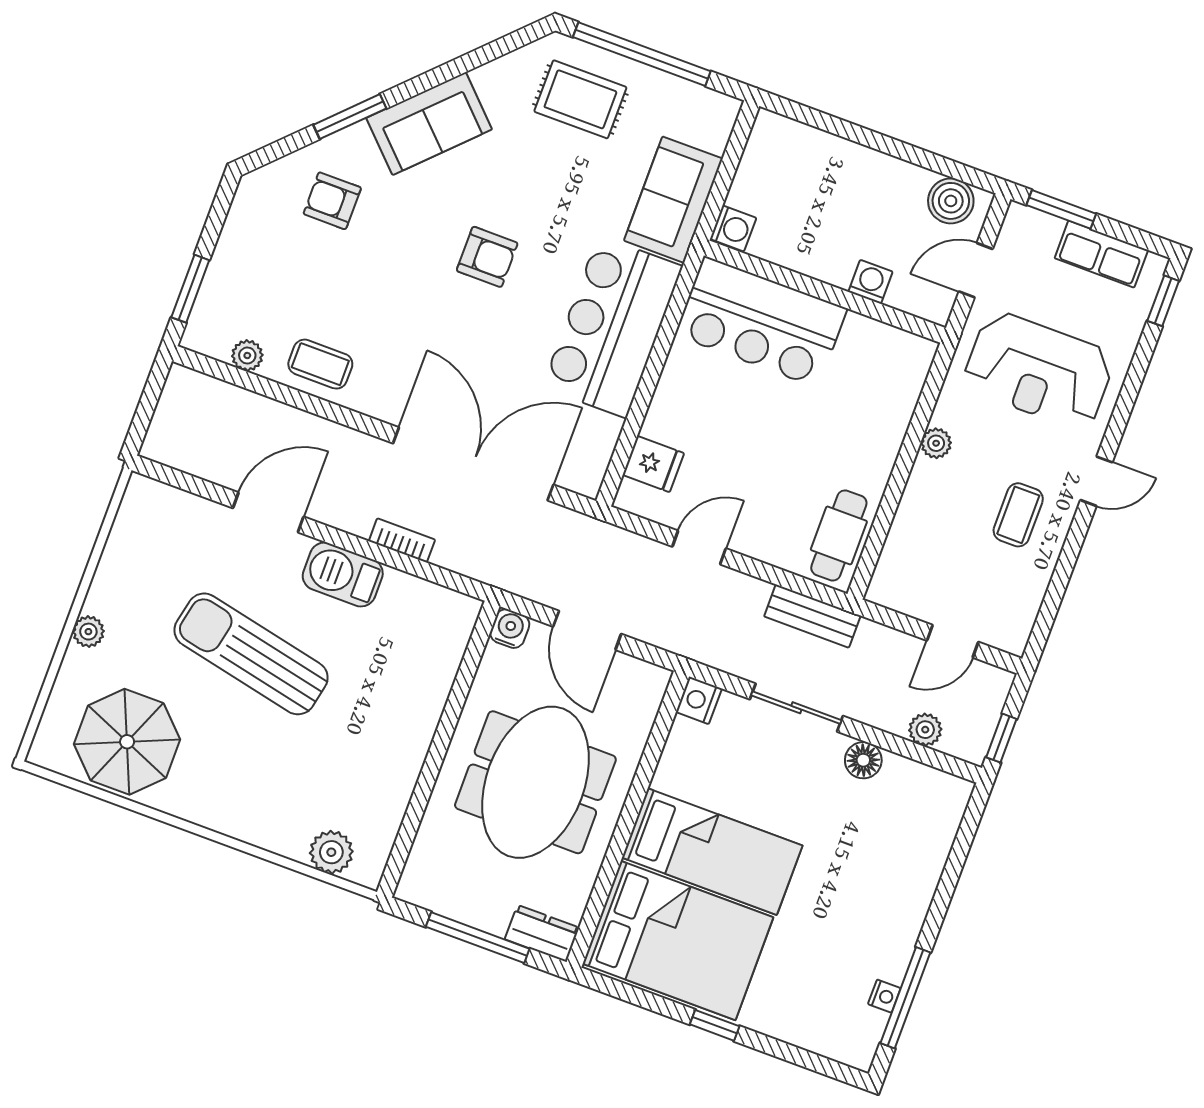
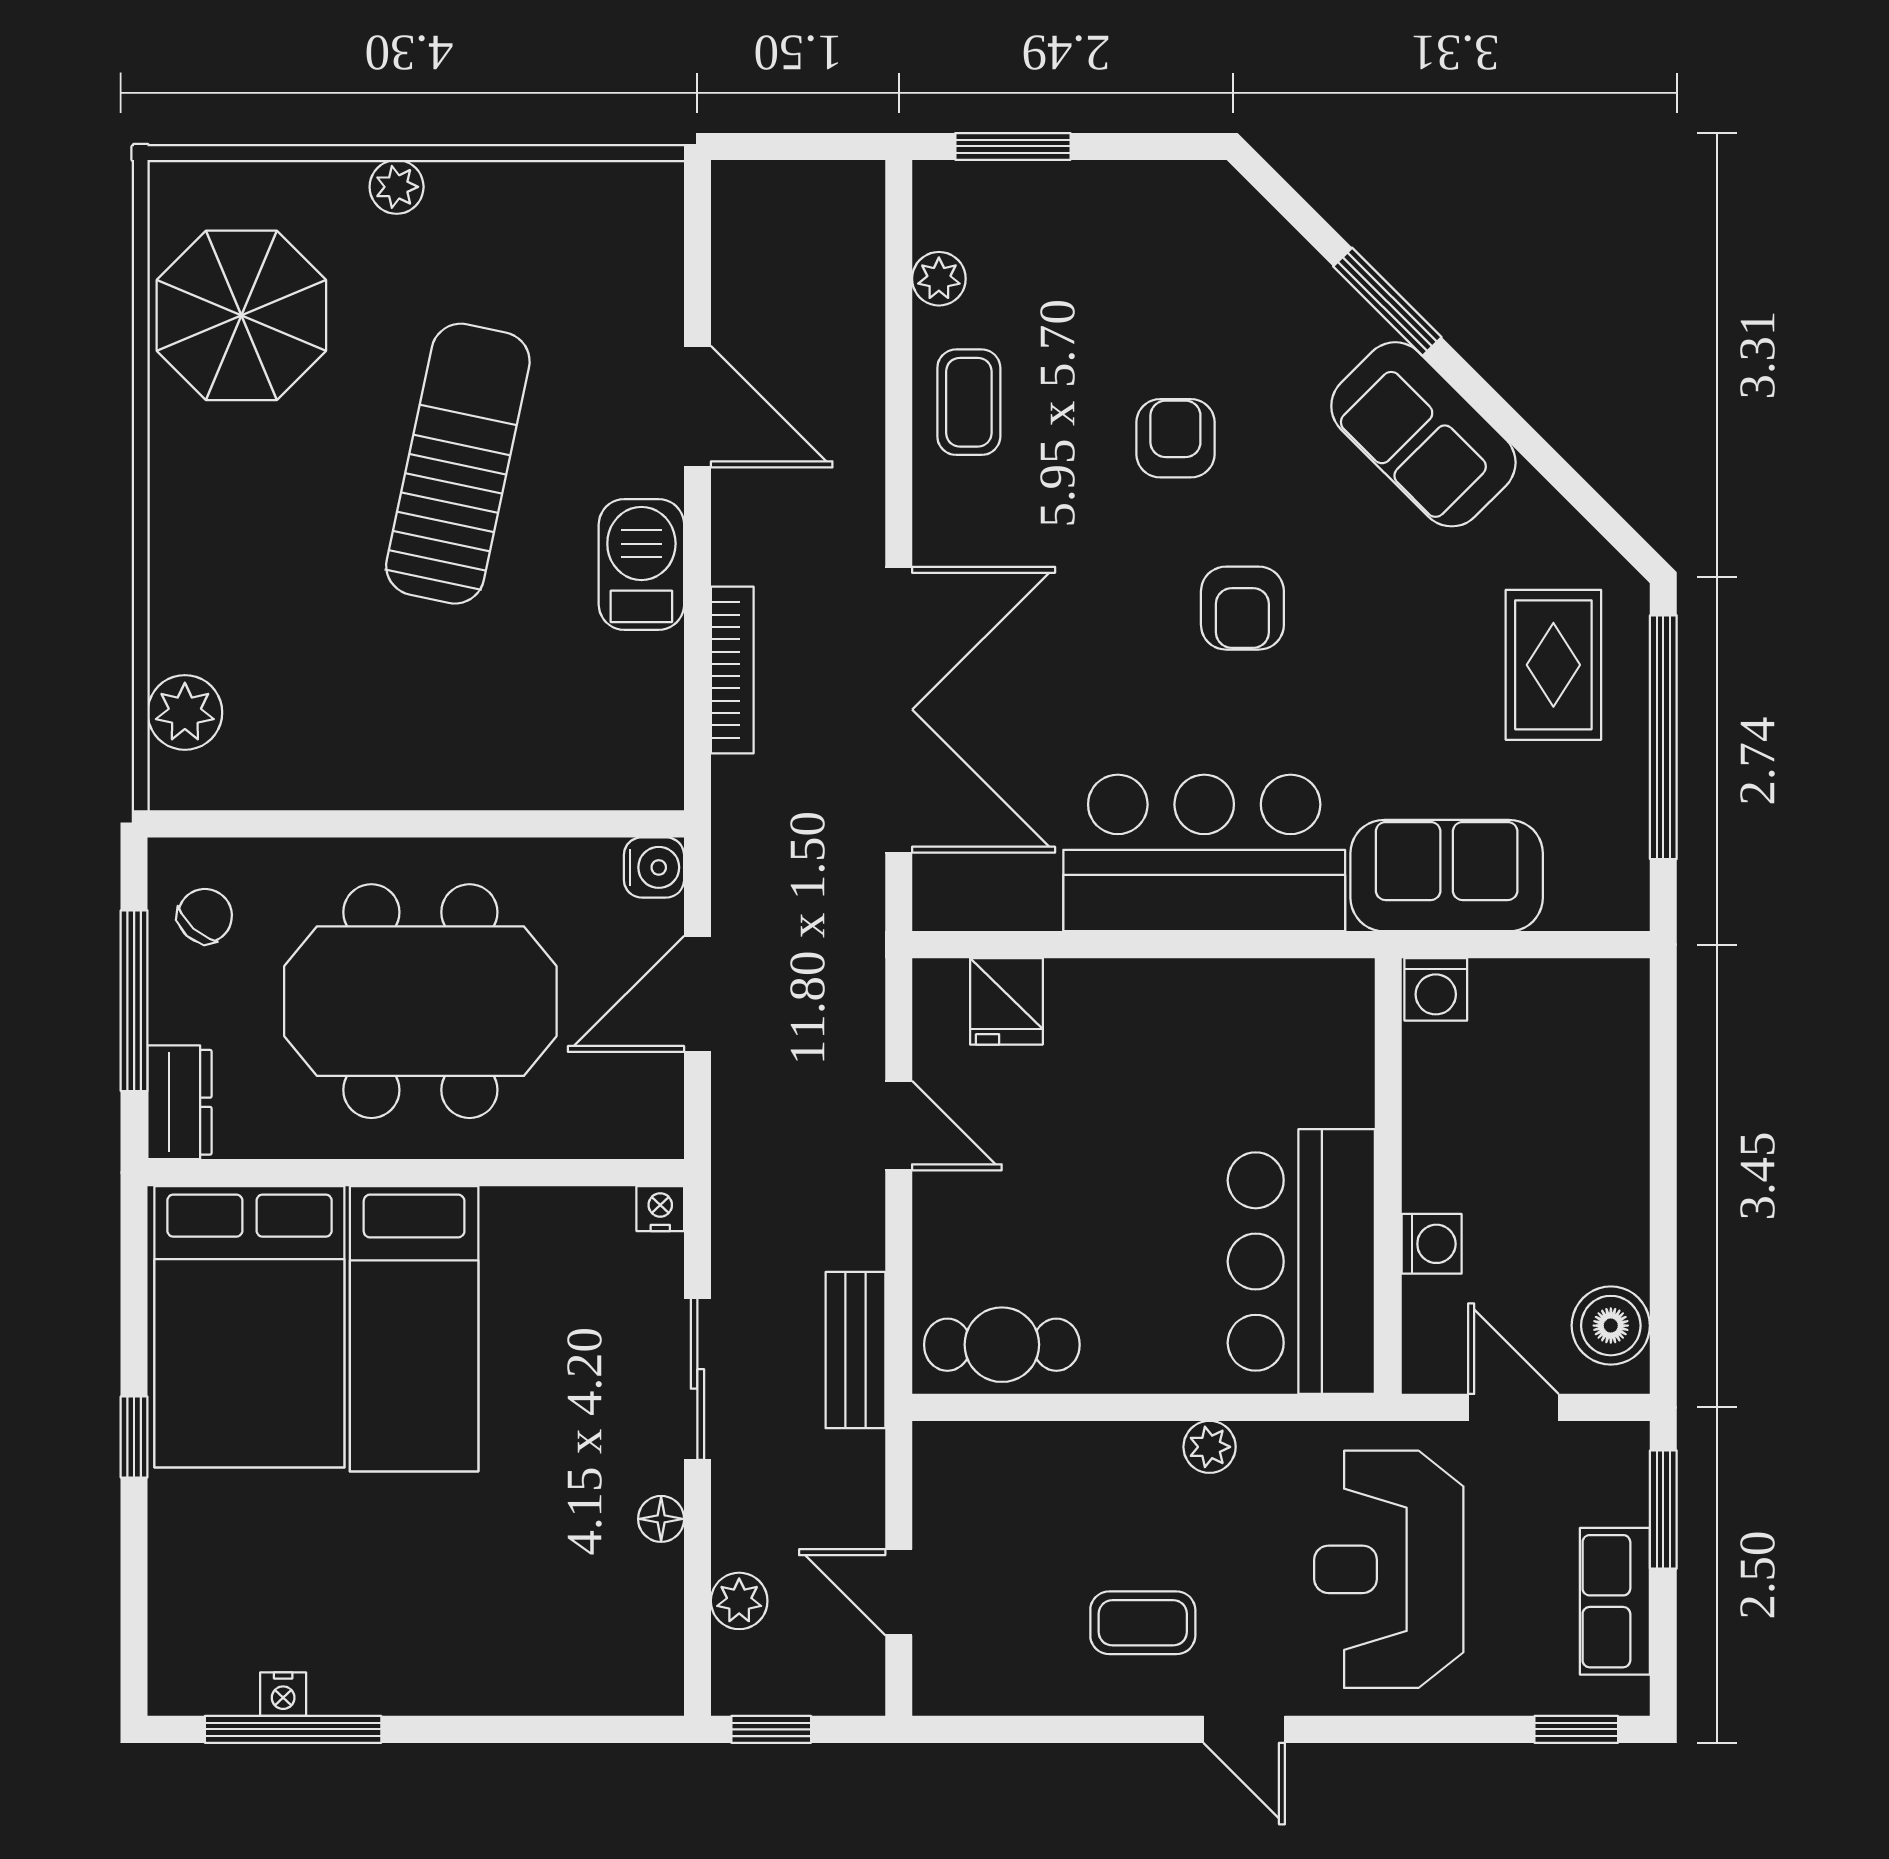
armchair: (332, 201) -> (1175, 438), moved
bar counter: (761, 322) -> (1301, 1262), moved
bookcase: (402, 540) -> (732, 670), width x1.56
nightstand: (699, 700) -> (660, 1209), width x0.72, depth x0.74
floor lamp: (863, 760) -> (661, 1519), width x0.73, depth x0.73
chair: (446, 882) -> (205, 916), added

